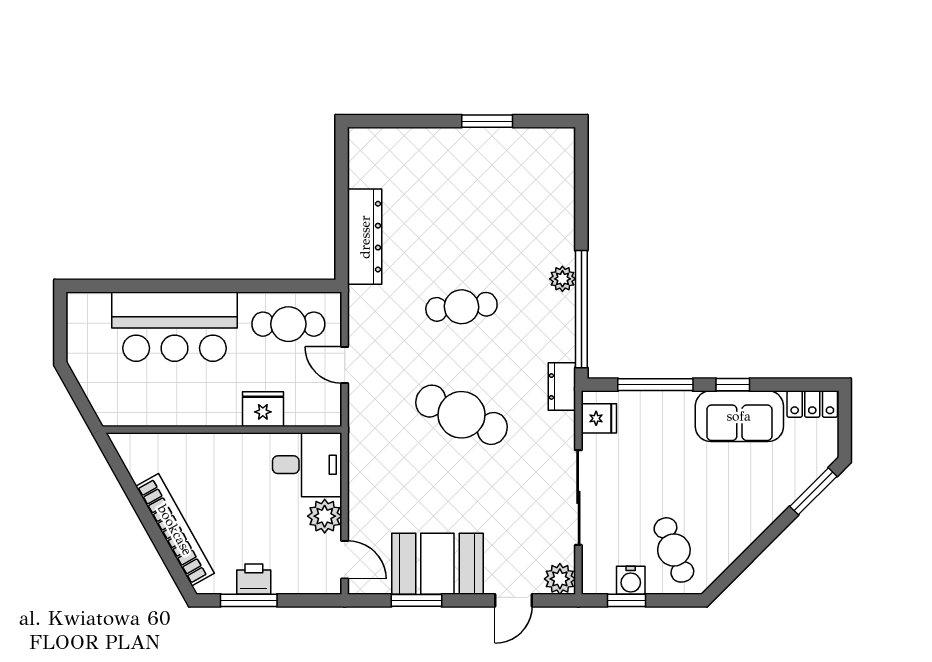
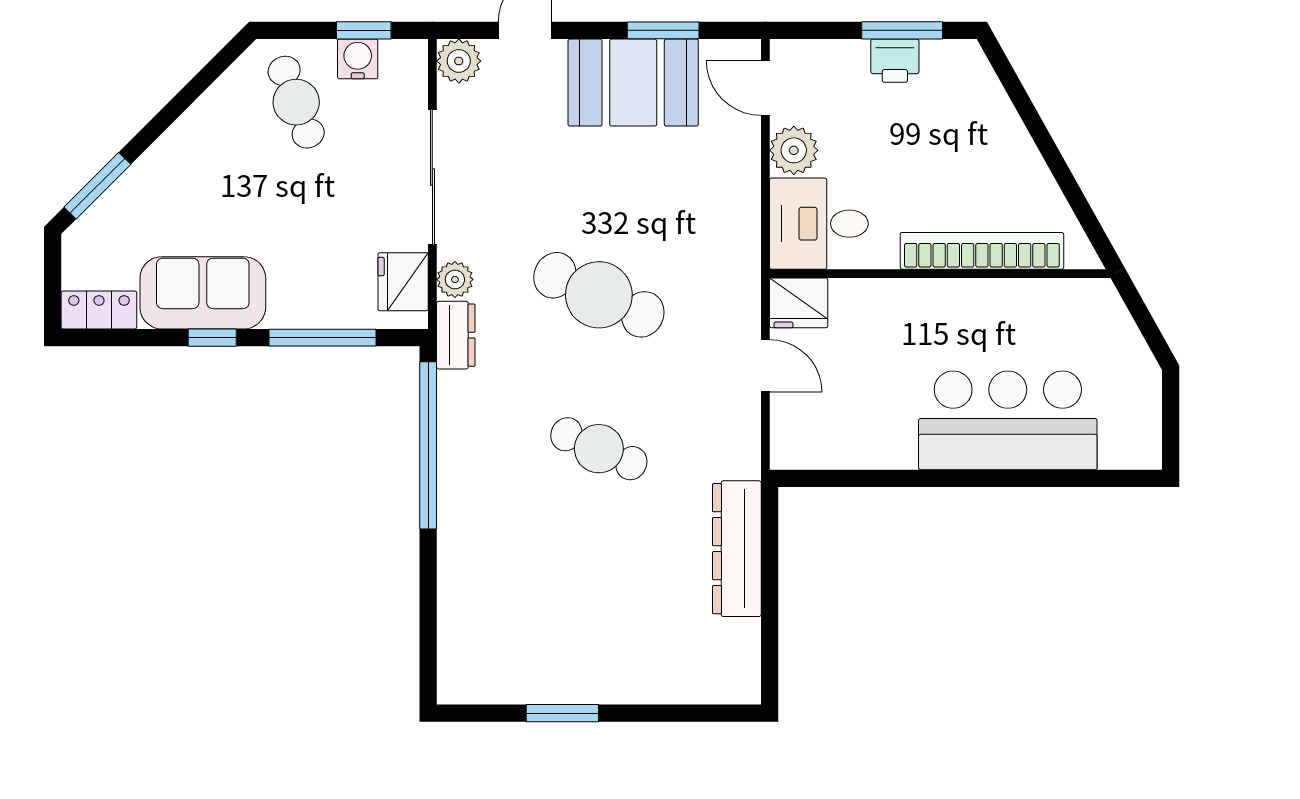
plant: (562, 279) -> (455, 279), moved
cafe table: (461, 307) -> (599, 449), turned 30
cafe table: (288, 324) -> (846, 424), removed
fridge: (263, 409) -> (799, 303), moved
fridge: (599, 418) -> (403, 282), width x1.38
bookcase: (175, 530) -> (982, 251), moved, turned 119

